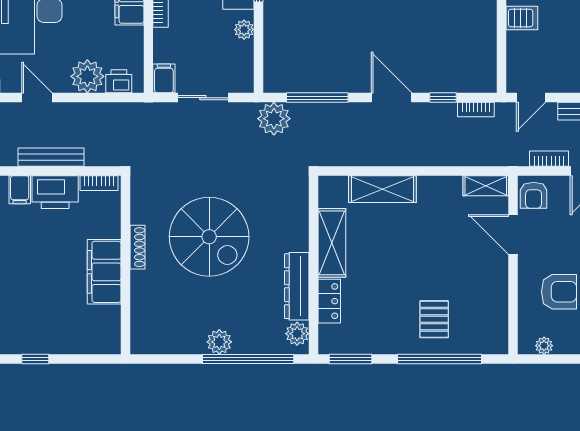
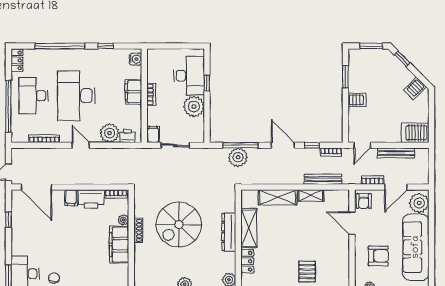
plant: (244, 30) -> (194, 107), width x1.88, depth x1.88
plant: (274, 119) -> (238, 157), moved
bench: (51, 157) -> (323, 179), moved
shelving: (486, 186) -> (311, 195), moved
plant: (112, 228) -> (123, 220), added
spiral stairs: (209, 237) -> (179, 225), turned 90
dresser: (297, 286) -> (229, 232), moved

